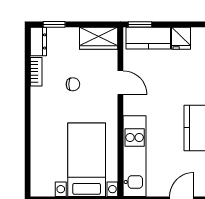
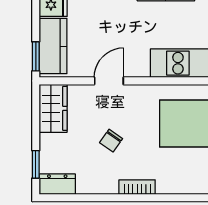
bookcase: (36, 72) -> (137, 187), moved
chair: (73, 84) -> (111, 141), turned -145

